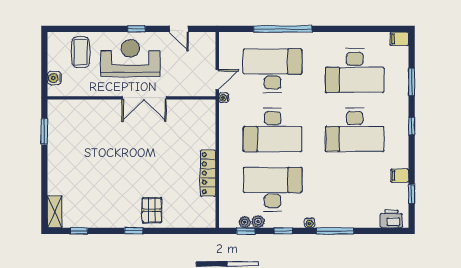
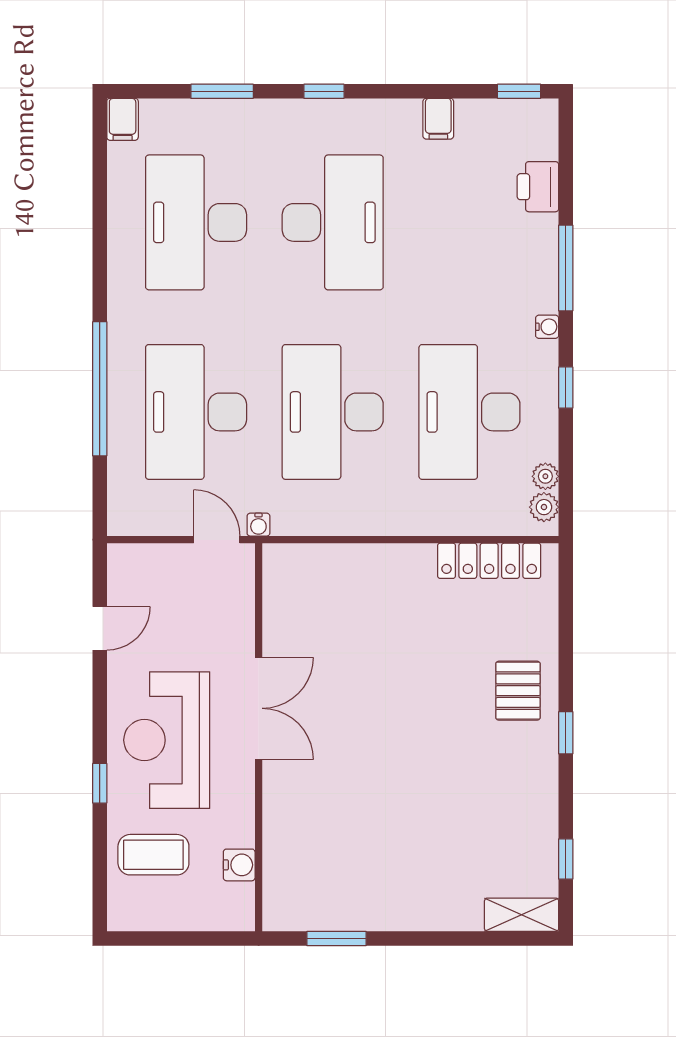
window: (136, 29) -> (100, 783), moved
desk: (355, 71) -> (196, 222), turned 180
water cooler: (54, 78) -> (239, 865), moved, turned -90
desk: (273, 130) -> (333, 412), turned 180
locker: (208, 173) -> (489, 561), moved
window: (412, 194) -> (519, 91), moved
pallet: (152, 210) -> (518, 691), turned 90
printer: (391, 219) -> (538, 187), moved
plant: (258, 221) -> (544, 507), moved
window: (246, 231) -> (566, 474), removed

